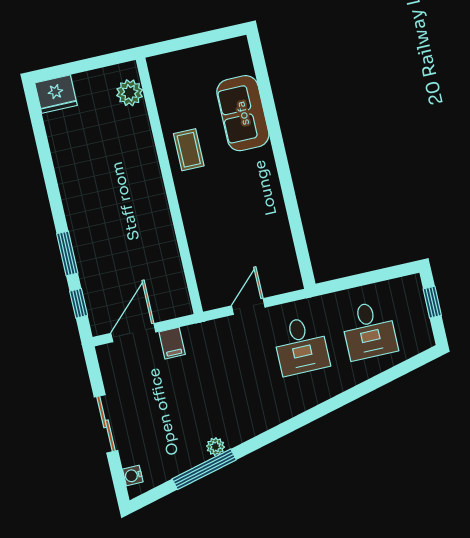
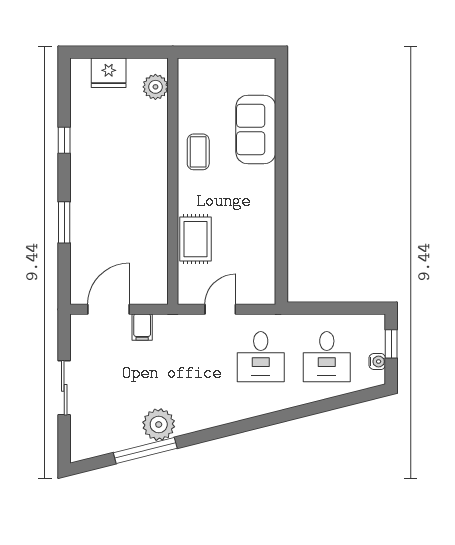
fridge: (56, 94) -> (109, 73), moved
rug: (206, 240) -> (195, 239), added
window: (79, 303) -> (64, 140), moved
plant: (215, 447) -> (159, 425), width x1.87, depth x1.87
water cooler: (133, 476) -> (377, 361), moved, turned 180

